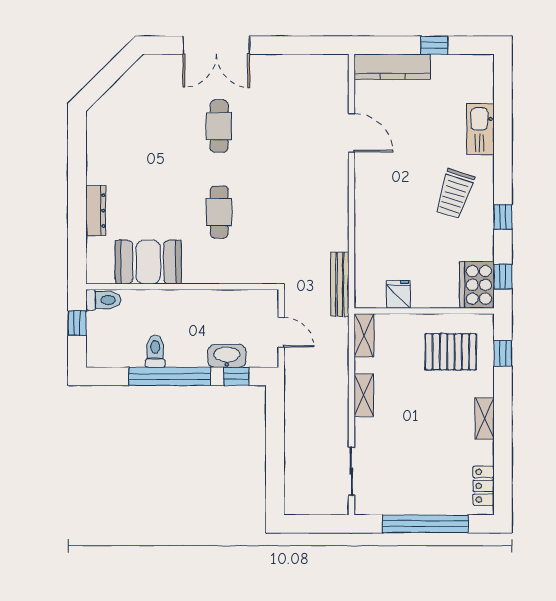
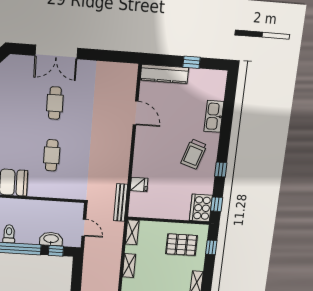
fridge: (398, 294) -> (139, 184), moved, turned 90

